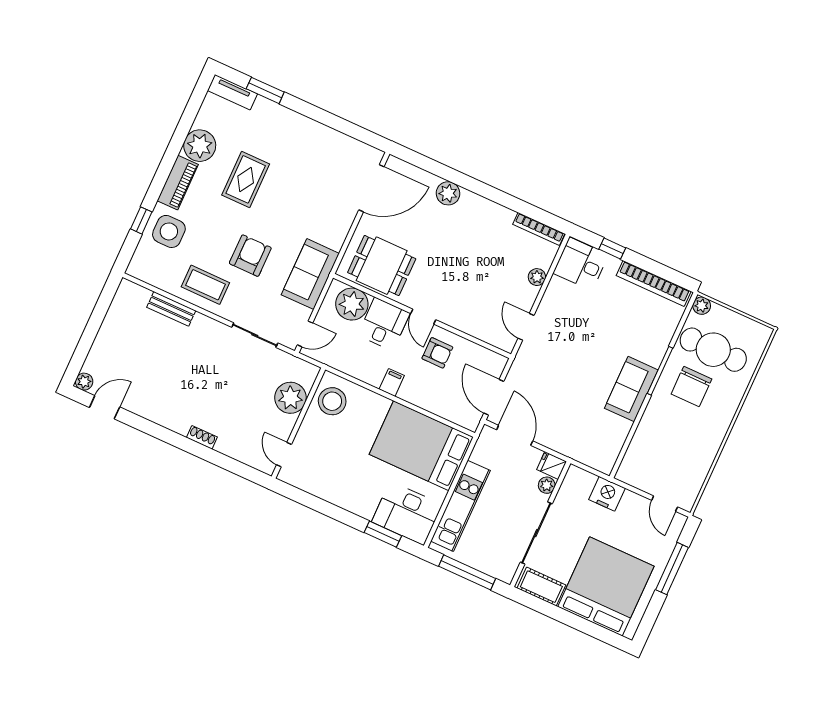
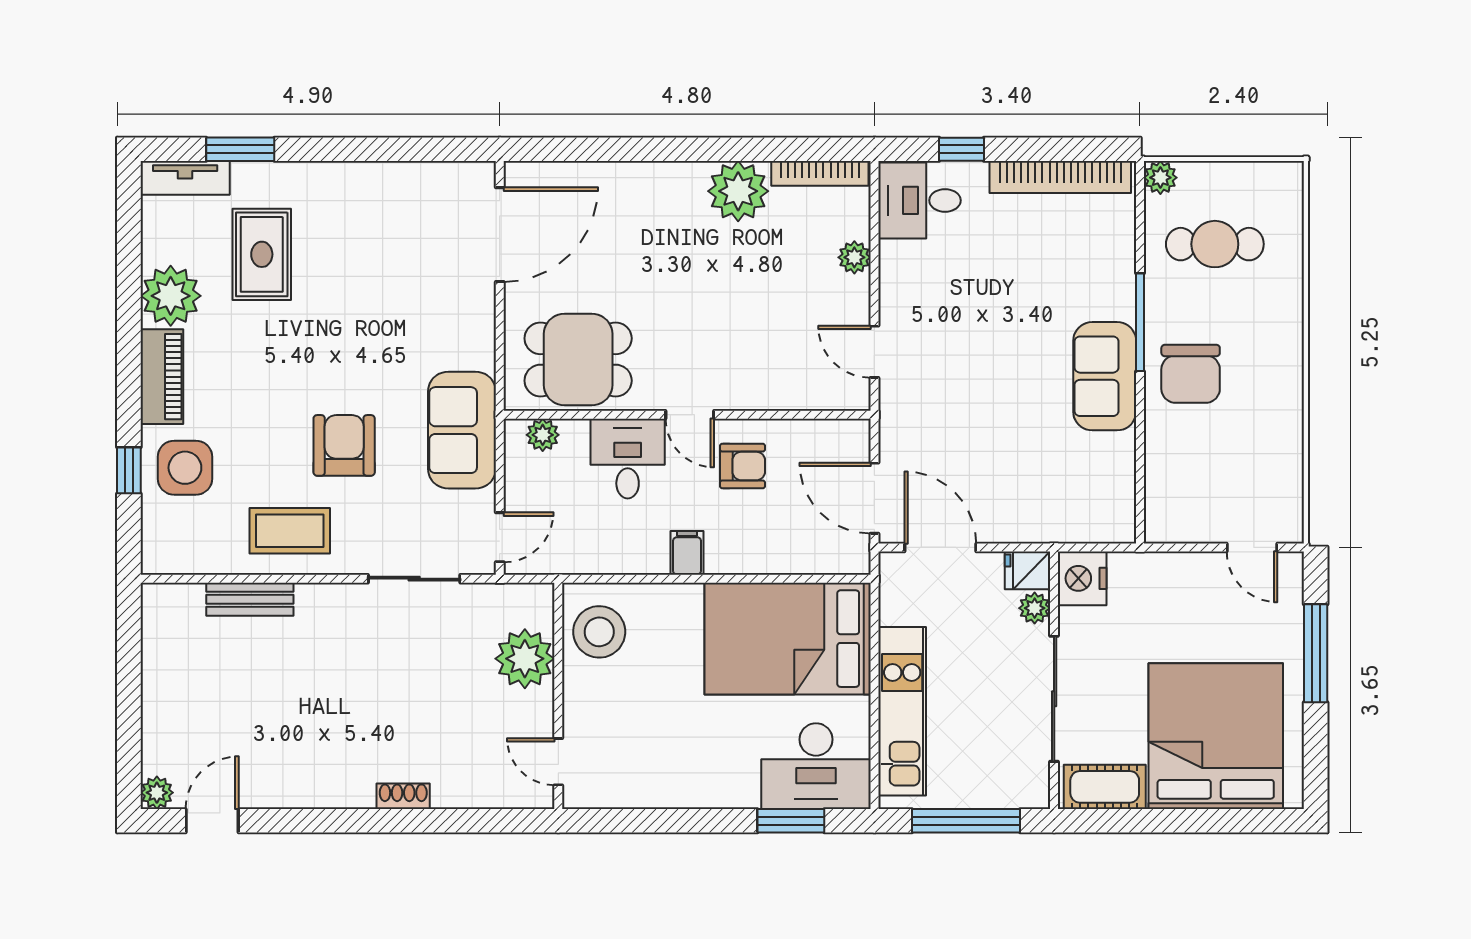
rug: (246, 179) -> (262, 254), moved
plant: (448, 193) -> (738, 191), moved, width x1.36, depth x1.36
plant: (352, 304) -> (543, 435), width x0.53, depth x0.53
cafe table: (713, 350) -> (1215, 244), width x0.73, depth x0.74
chair: (691, 386) -> (1191, 374), moved
nightstand: (607, 494) -> (1082, 578), moved, turned -90

